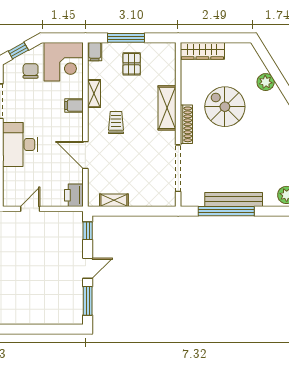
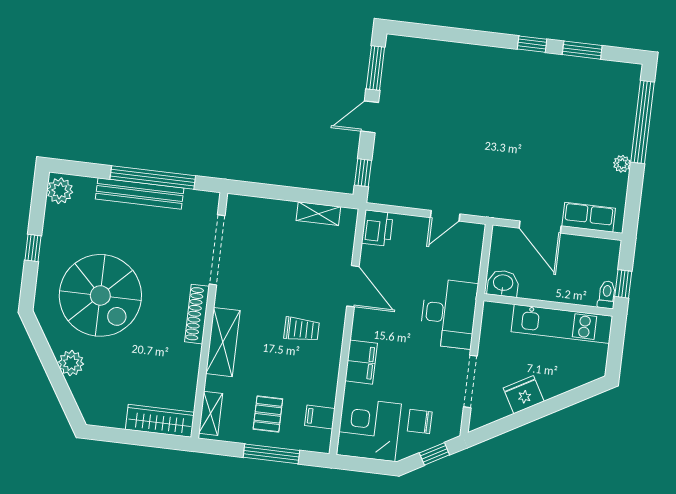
filing cabinet: (95, 52) -> (320, 417), moved, turned -90
chair: (31, 71) -> (420, 421), turned 90
shelving: (94, 94) -> (211, 413), moved
filing cabinet: (74, 106) -> (361, 362), width x2.00
spiral stairs: (225, 107) -> (100, 295), moved, width x1.37, depth x1.37
trolley: (116, 122) -> (302, 329), turned -90

